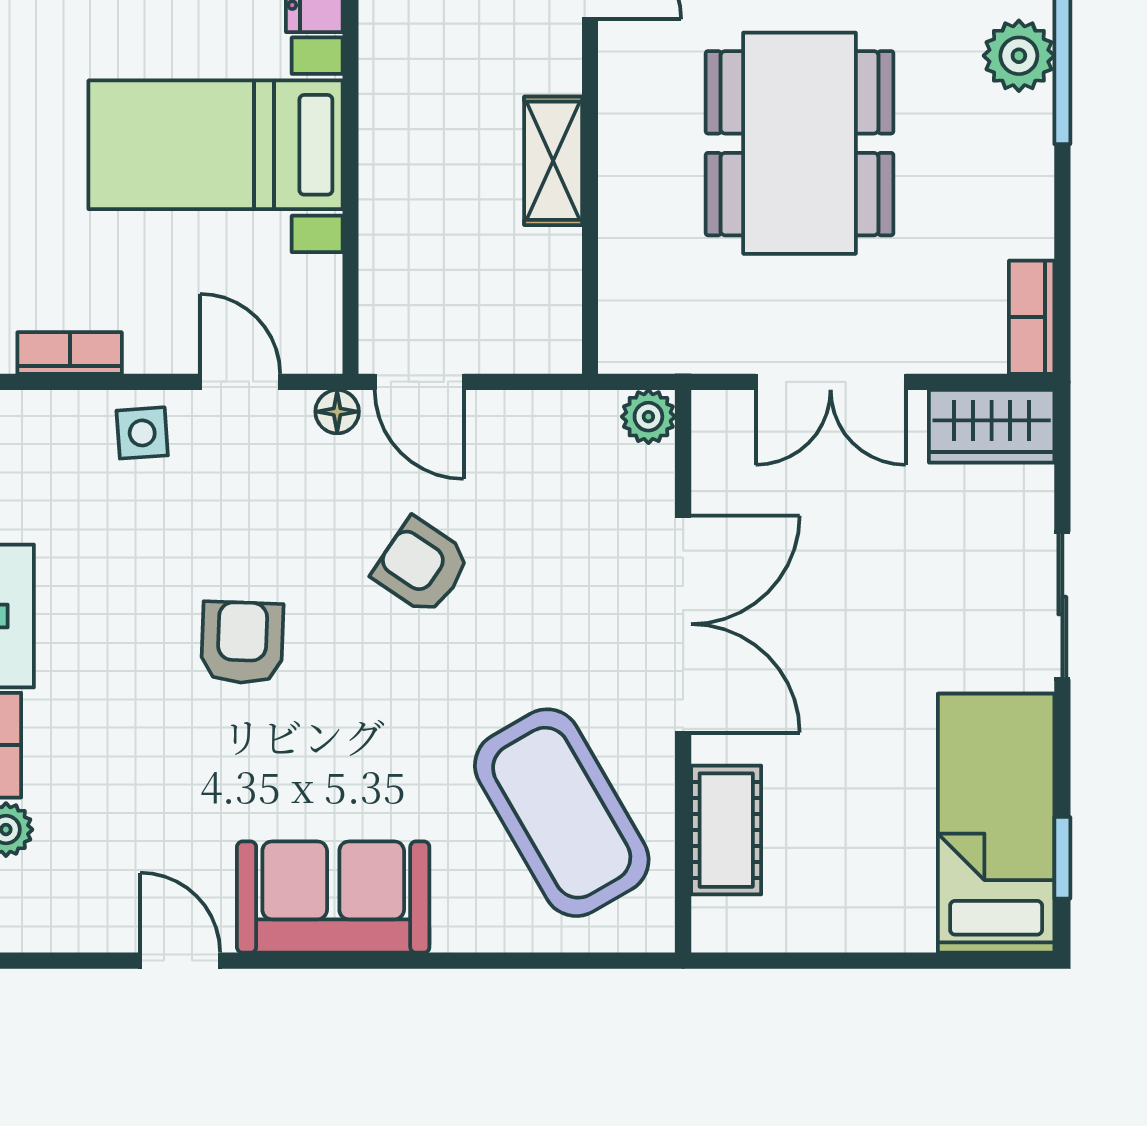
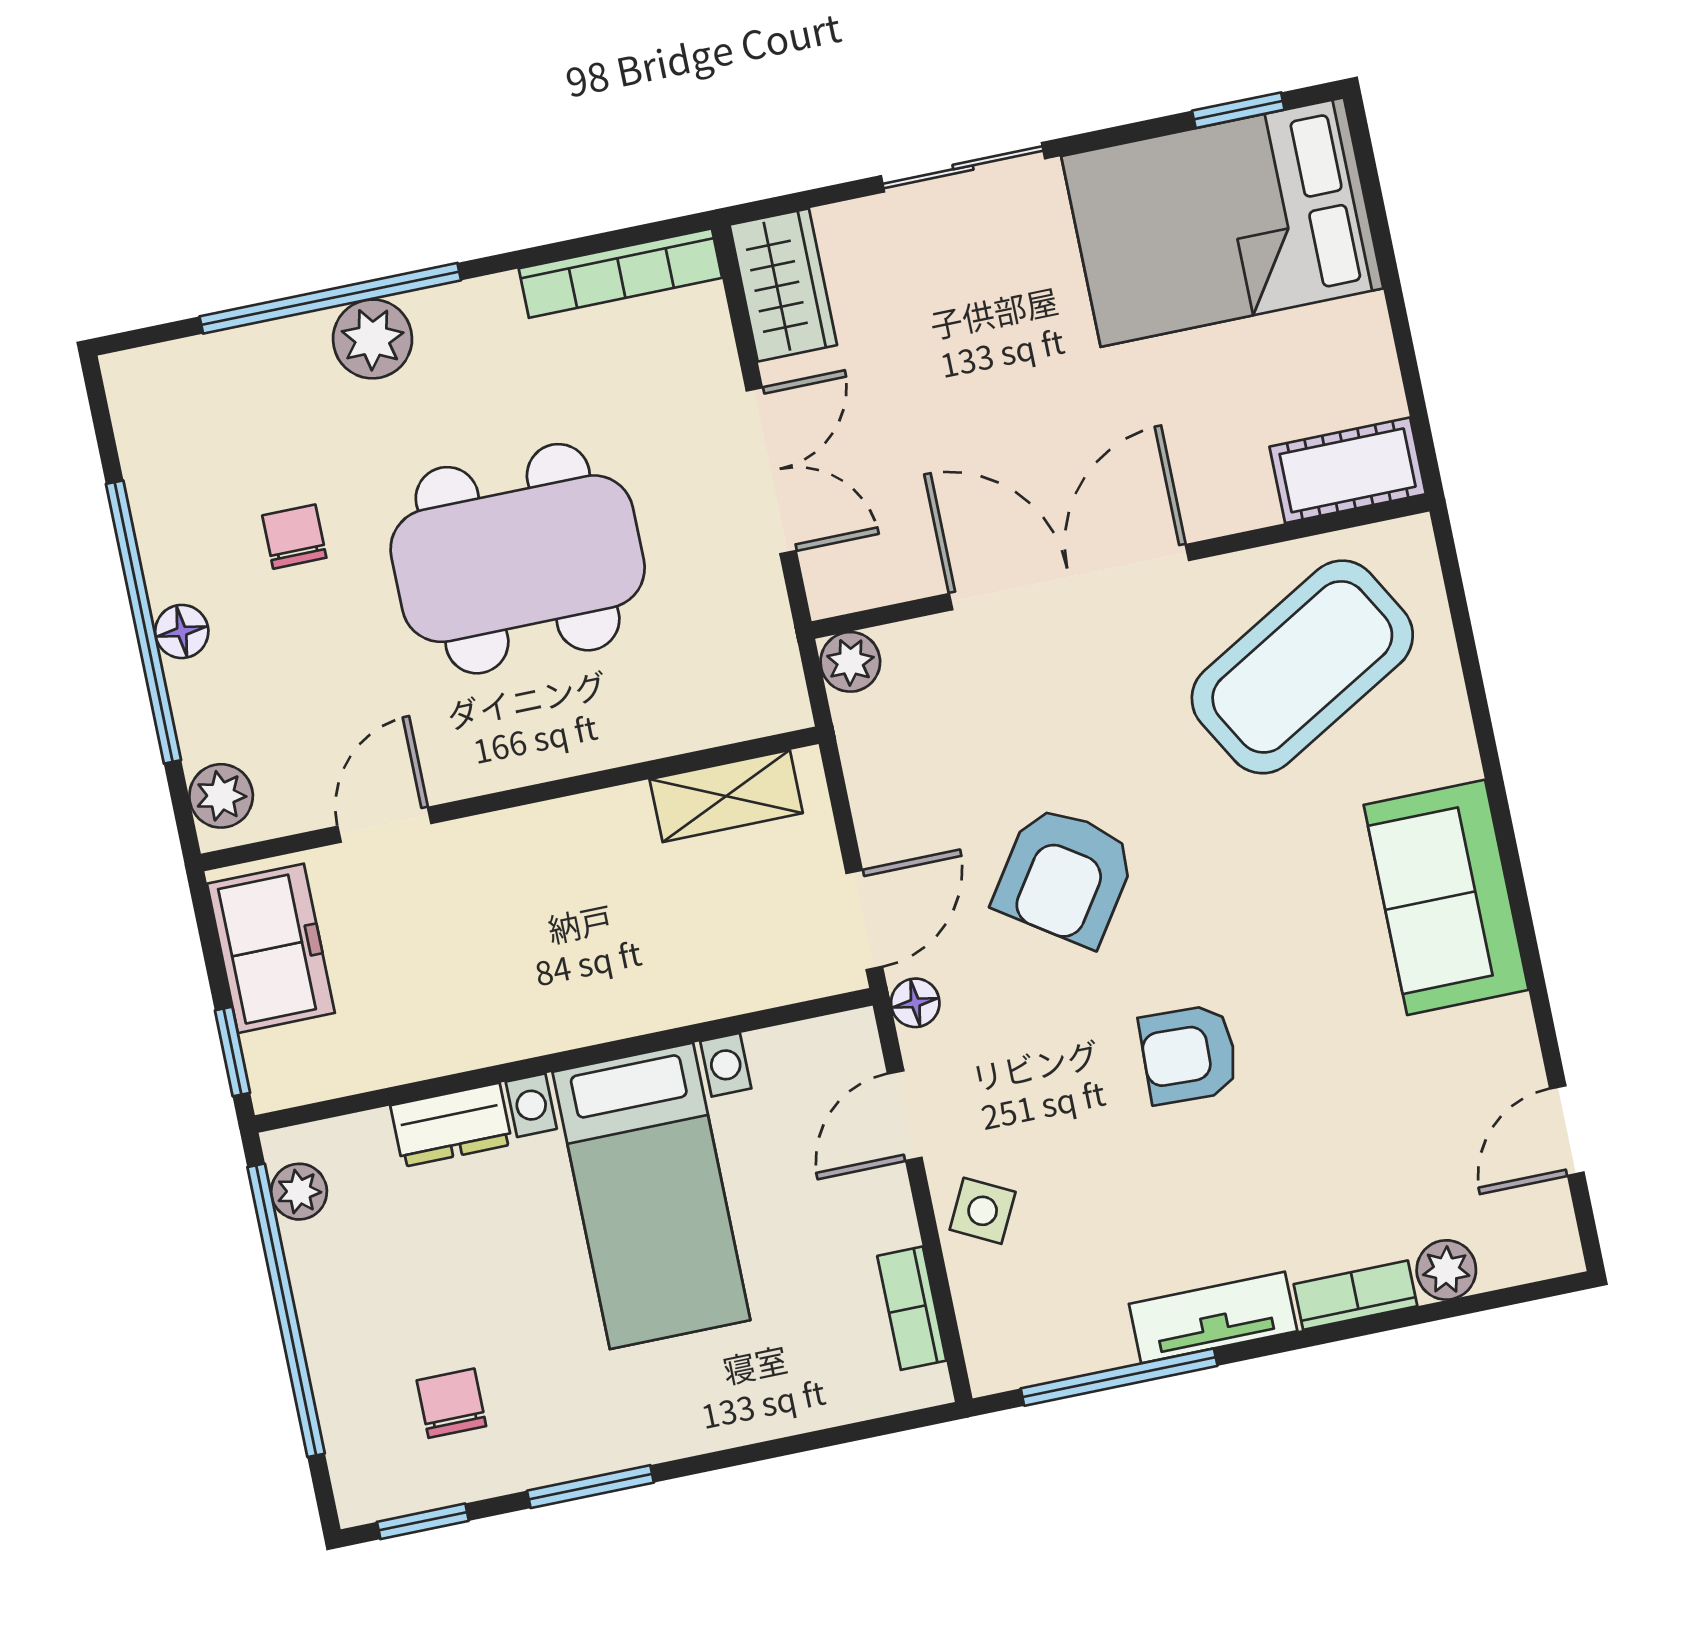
shelving: (553, 161) -> (726, 796), moved
bookcase: (1032, 317) -> (620, 273), width x1.56
side table: (142, 433) -> (983, 1211), turned 31
armchair: (422, 566) -> (1065, 876), width x1.38, depth x1.38
bed: (996, 823) -> (1222, 222), width x1.50
cot: (726, 830) -> (1348, 470), moved
door: (180, 961) -> (1567, 1131), moved

